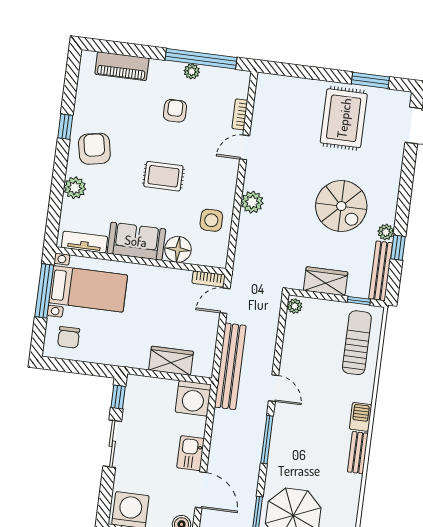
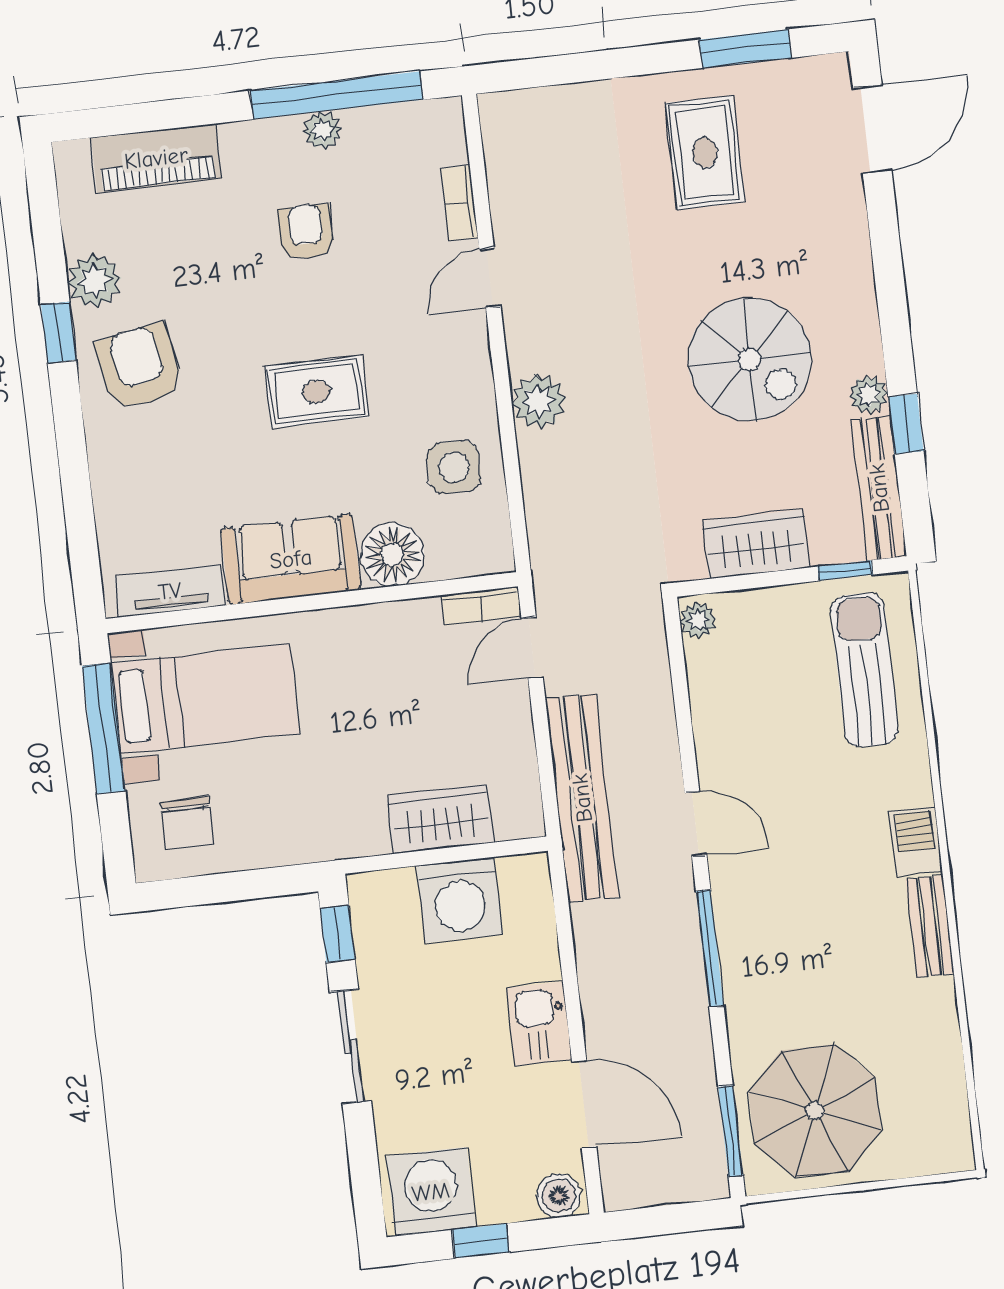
rug: (344, 118) -> (705, 153), width x0.73, depth x0.70
plant: (75, 188) -> (94, 281), moved
washing machine: (193, 398) -> (460, 900), moved

